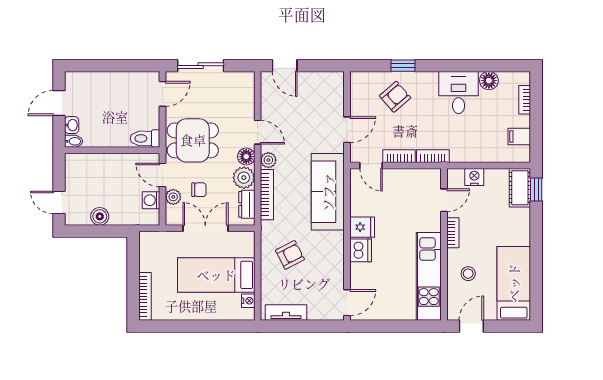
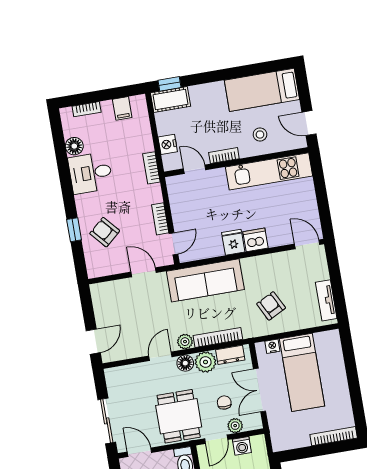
bookcase: (433, 156) -> (151, 168), moved
nightstand: (248, 301) -> (272, 346), moved

